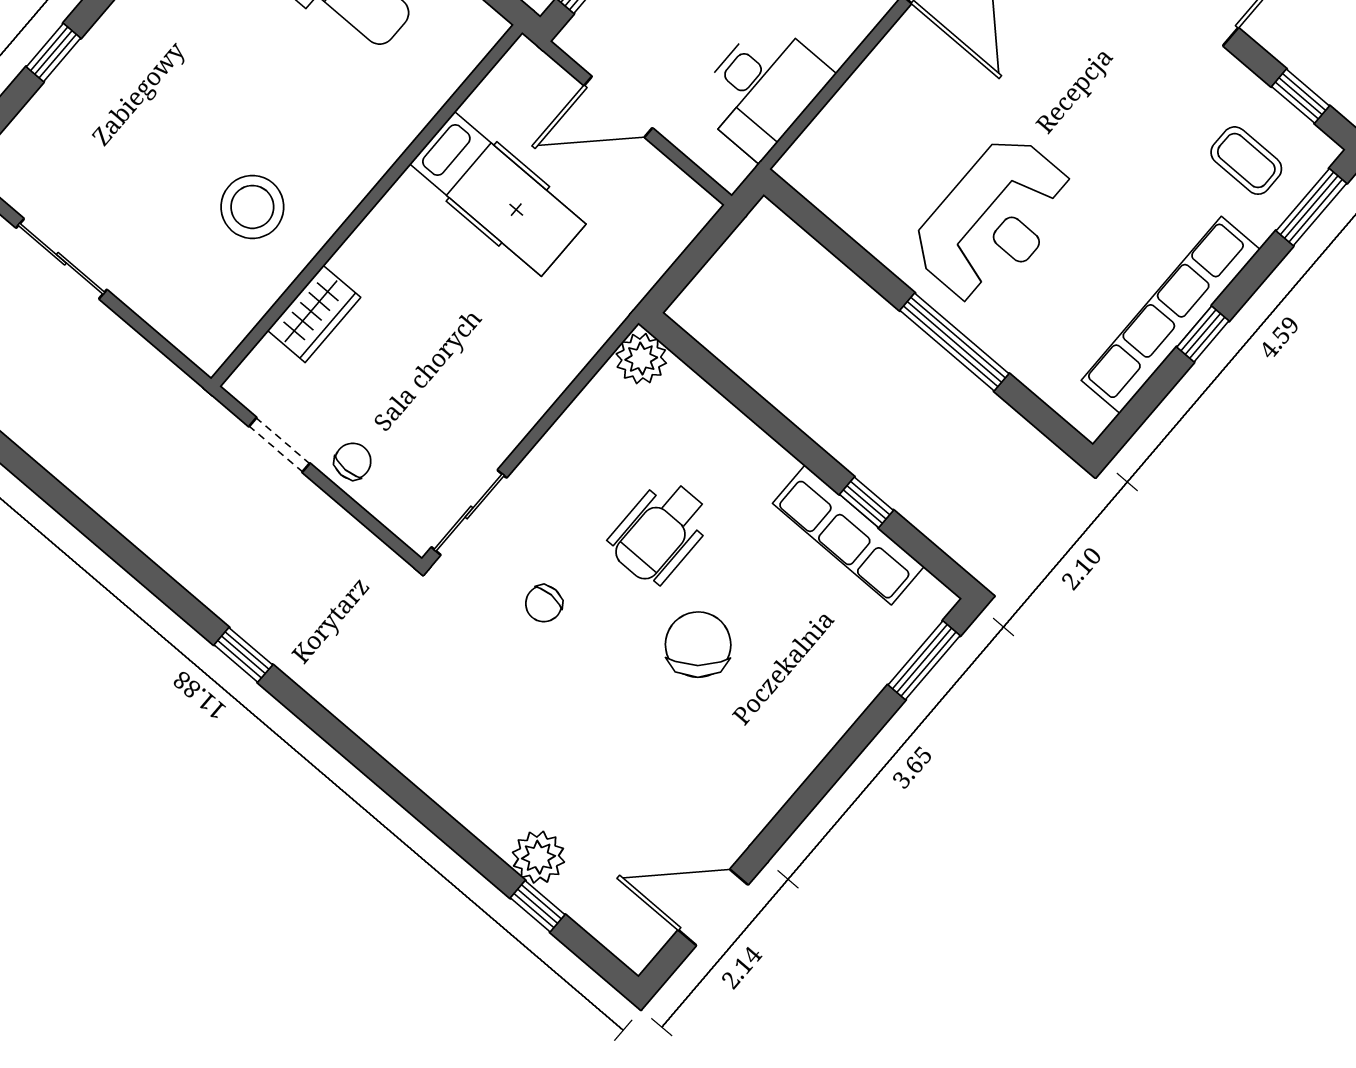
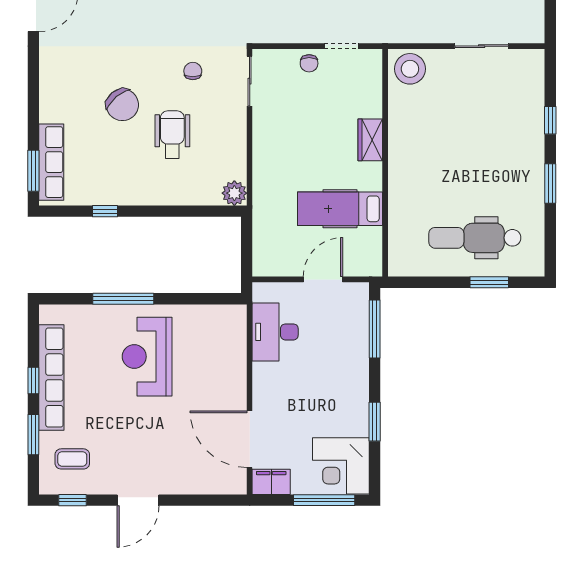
stool: (252, 207) -> (410, 69), moved
window: (1311, 207) -> (33, 435), moved
wardrobe: (314, 314) -> (370, 140), moved
row of seats: (848, 535) -> (51, 162), moved, turned 90

